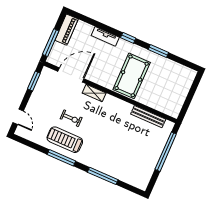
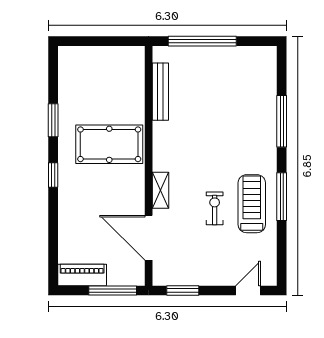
tv unit: (105, 36) -> (66, 211), removed
treadmill: (65, 140) -> (252, 204), turned 180

